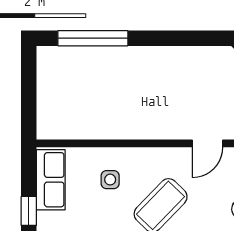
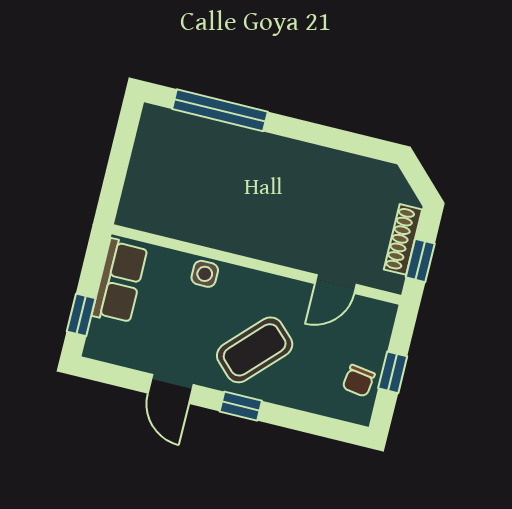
side table: (110, 180) -> (205, 274), moved

